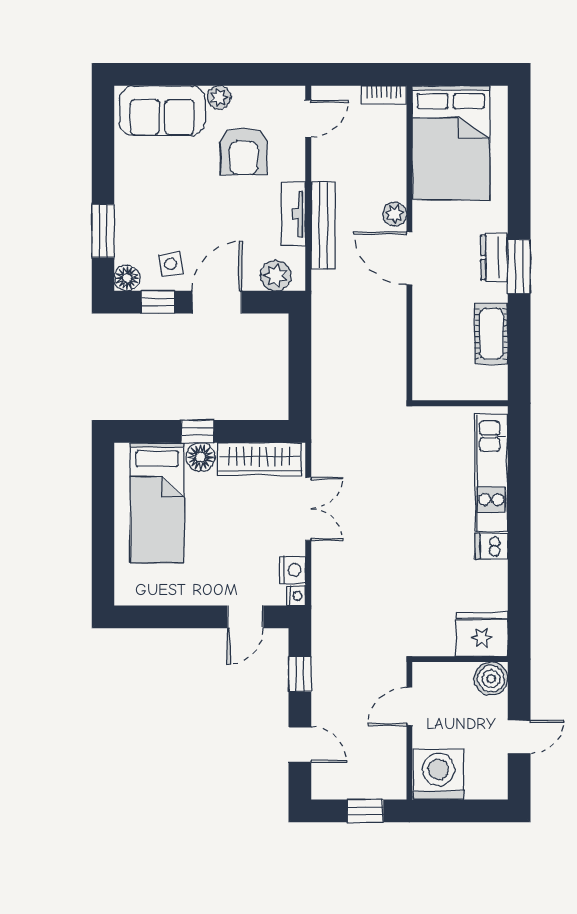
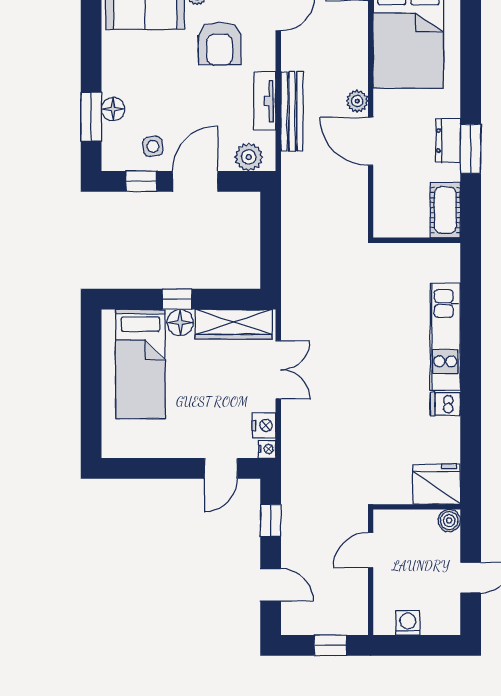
floor lamp: (127, 278) -> (113, 109), moved
wall: (460, 403) -> (417, 240), moved
boiler: (491, 679) -> (449, 521), width x0.73, depth x0.73
washing machine: (438, 774) -> (408, 623), width x0.53, depth x0.53

